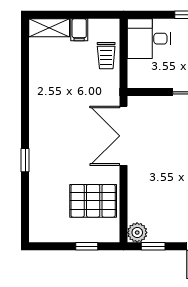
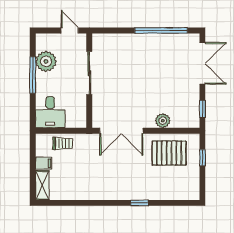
pallet: (93, 201) -> (169, 153), turned 90
plant: (137, 233) -> (163, 121), moved

